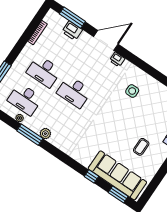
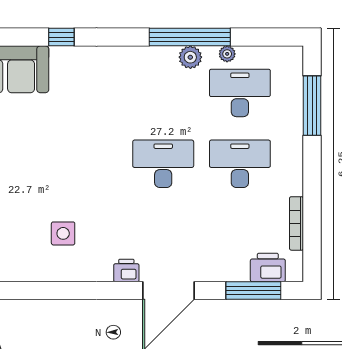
printer: (72, 31) -> (268, 267), moved
plant: (45, 134) -> (190, 57), moved
window: (30, 135) -> (190, 37), width x1.46
window: (91, 176) -> (61, 37), moved

